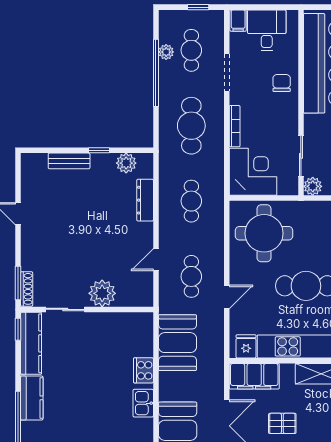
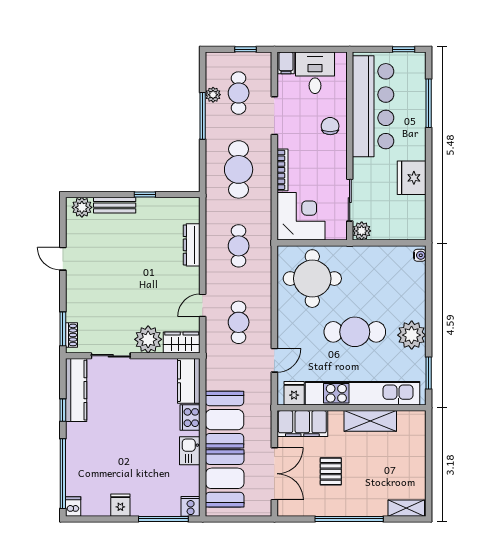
window: (156, 73) -> (203, 116), width x0.68
plant: (126, 163) -> (82, 207), moved
shoe rack: (27, 289) -> (72, 335), width x0.70
wardrobe: (135, 296) -> (182, 342), added
door: (227, 297) -> (274, 360), moved
window: (18, 329) -> (63, 410), moved
booth: (177, 343) -> (224, 420), moved
kitchen counter: (32, 398) -> (189, 381), moved, turned 180
pallet: (282, 423) -> (331, 471), turned 90

